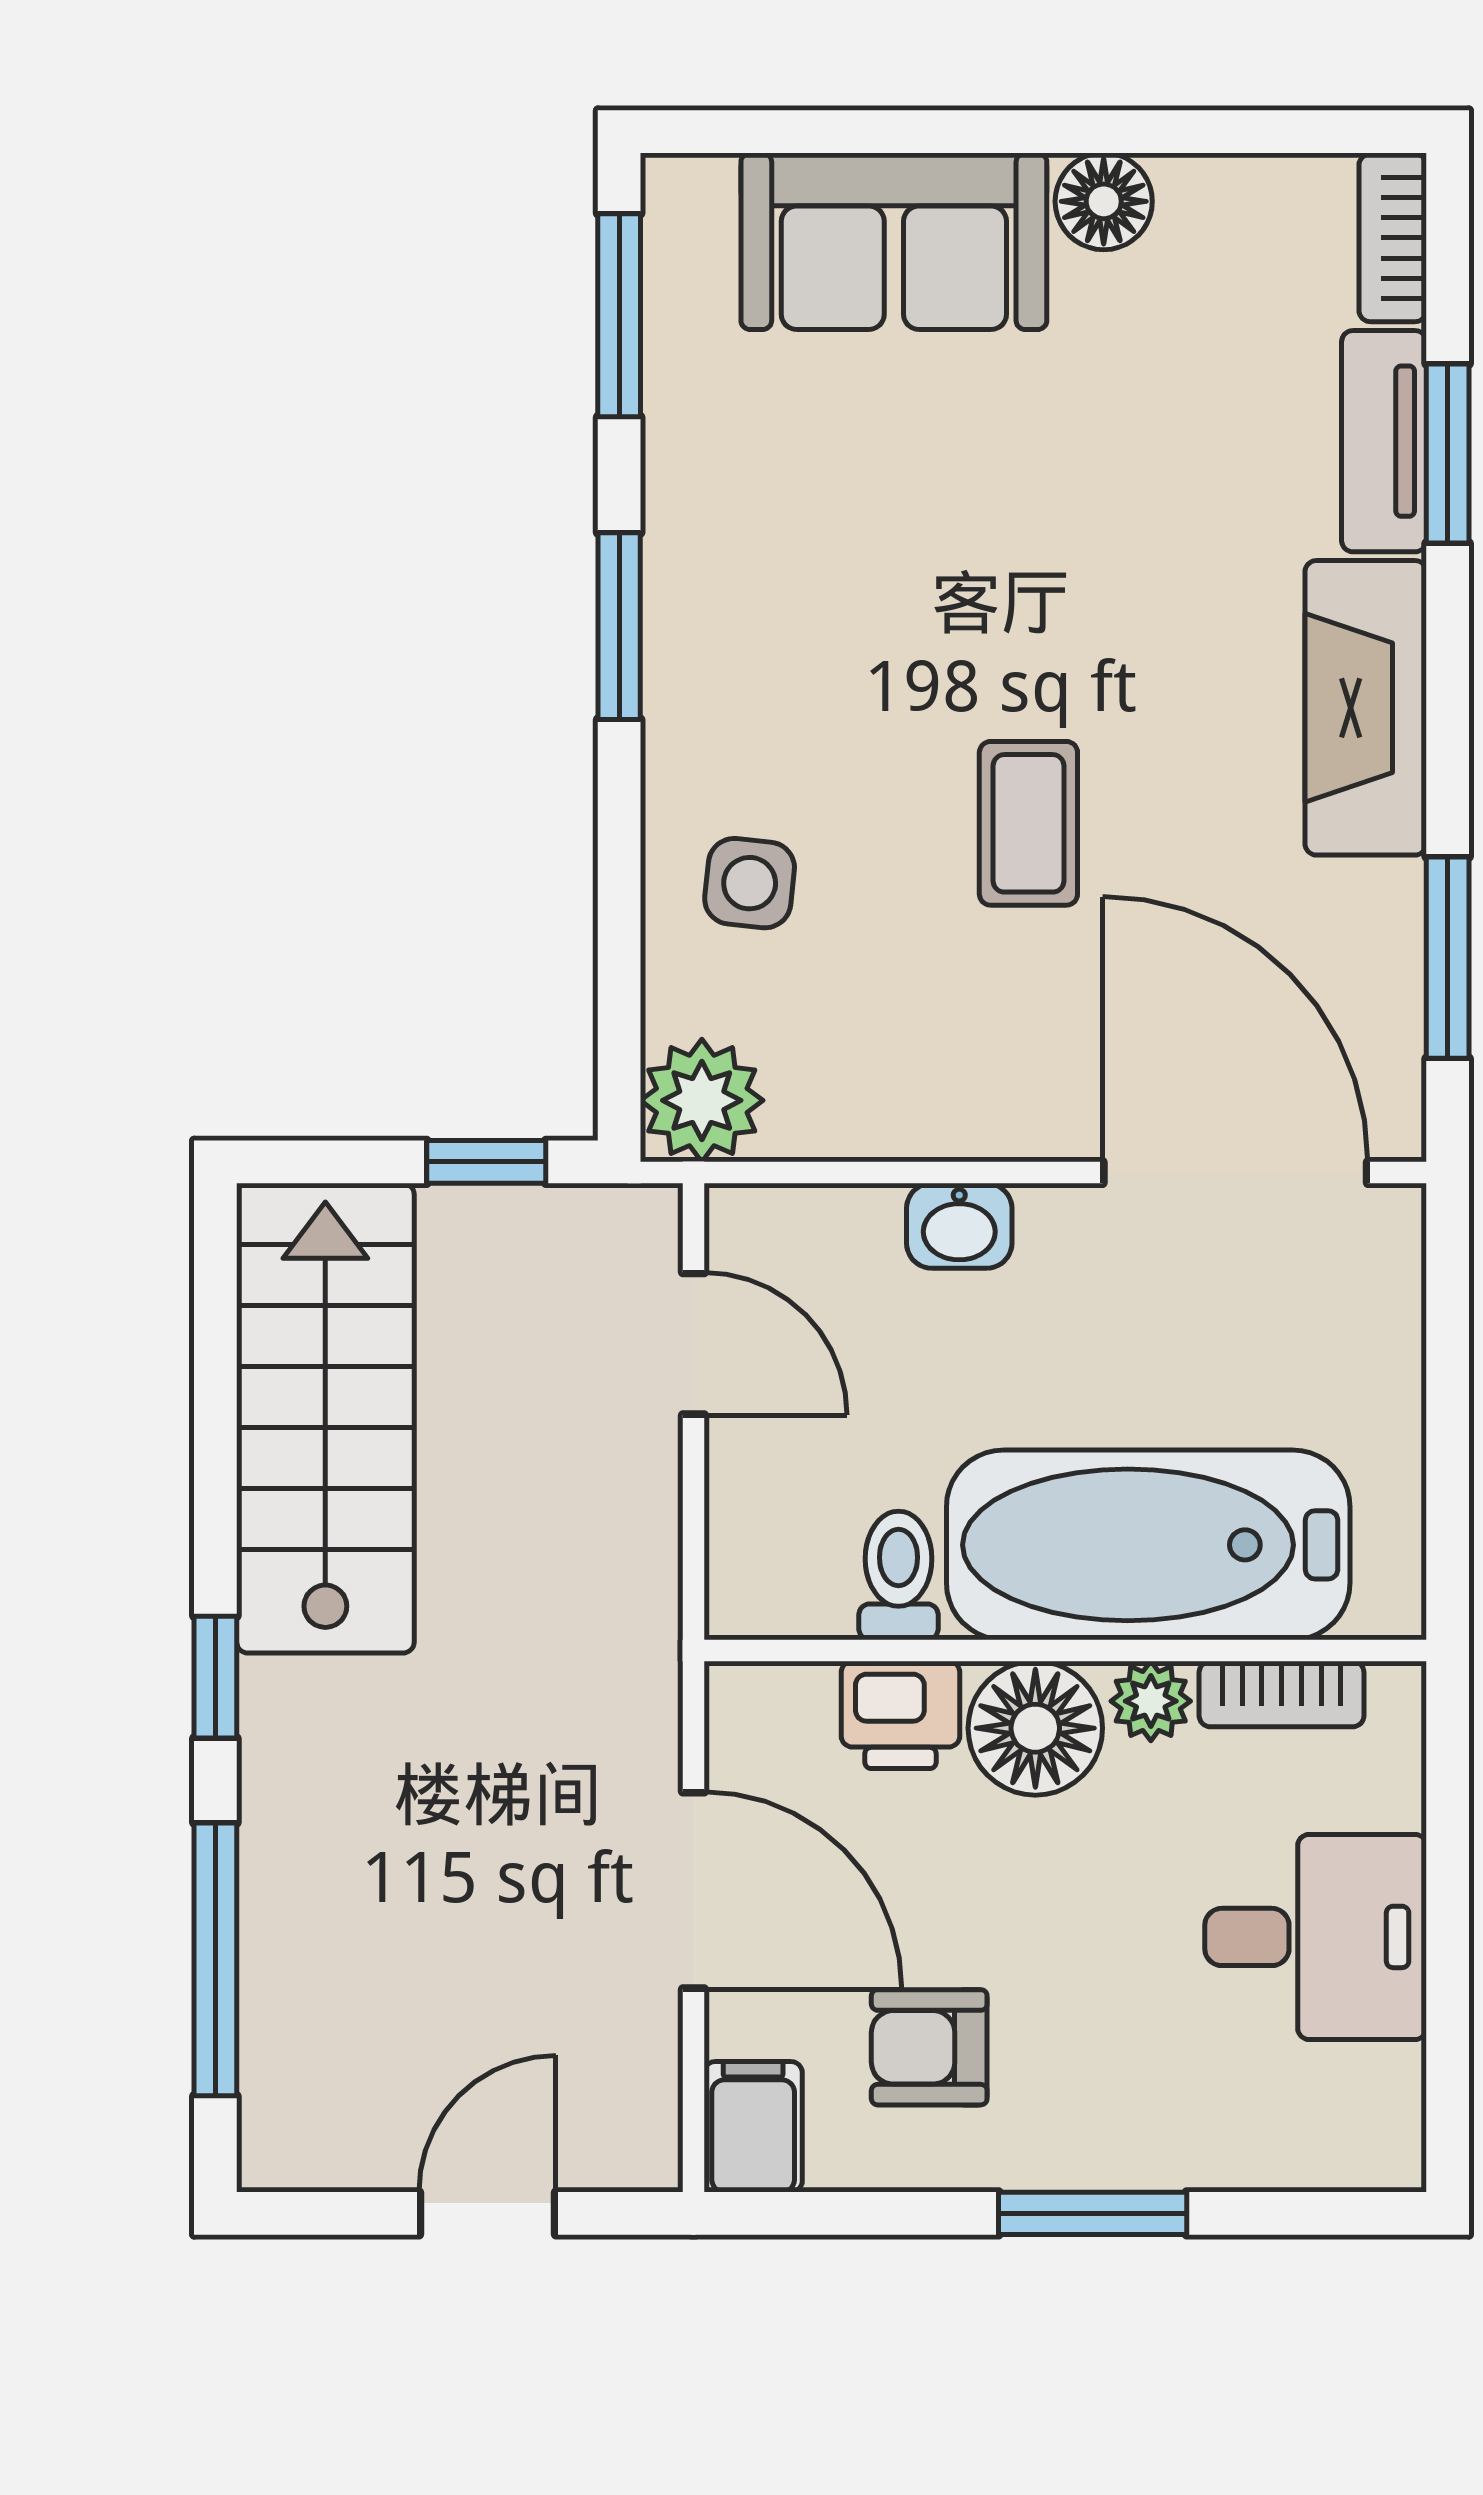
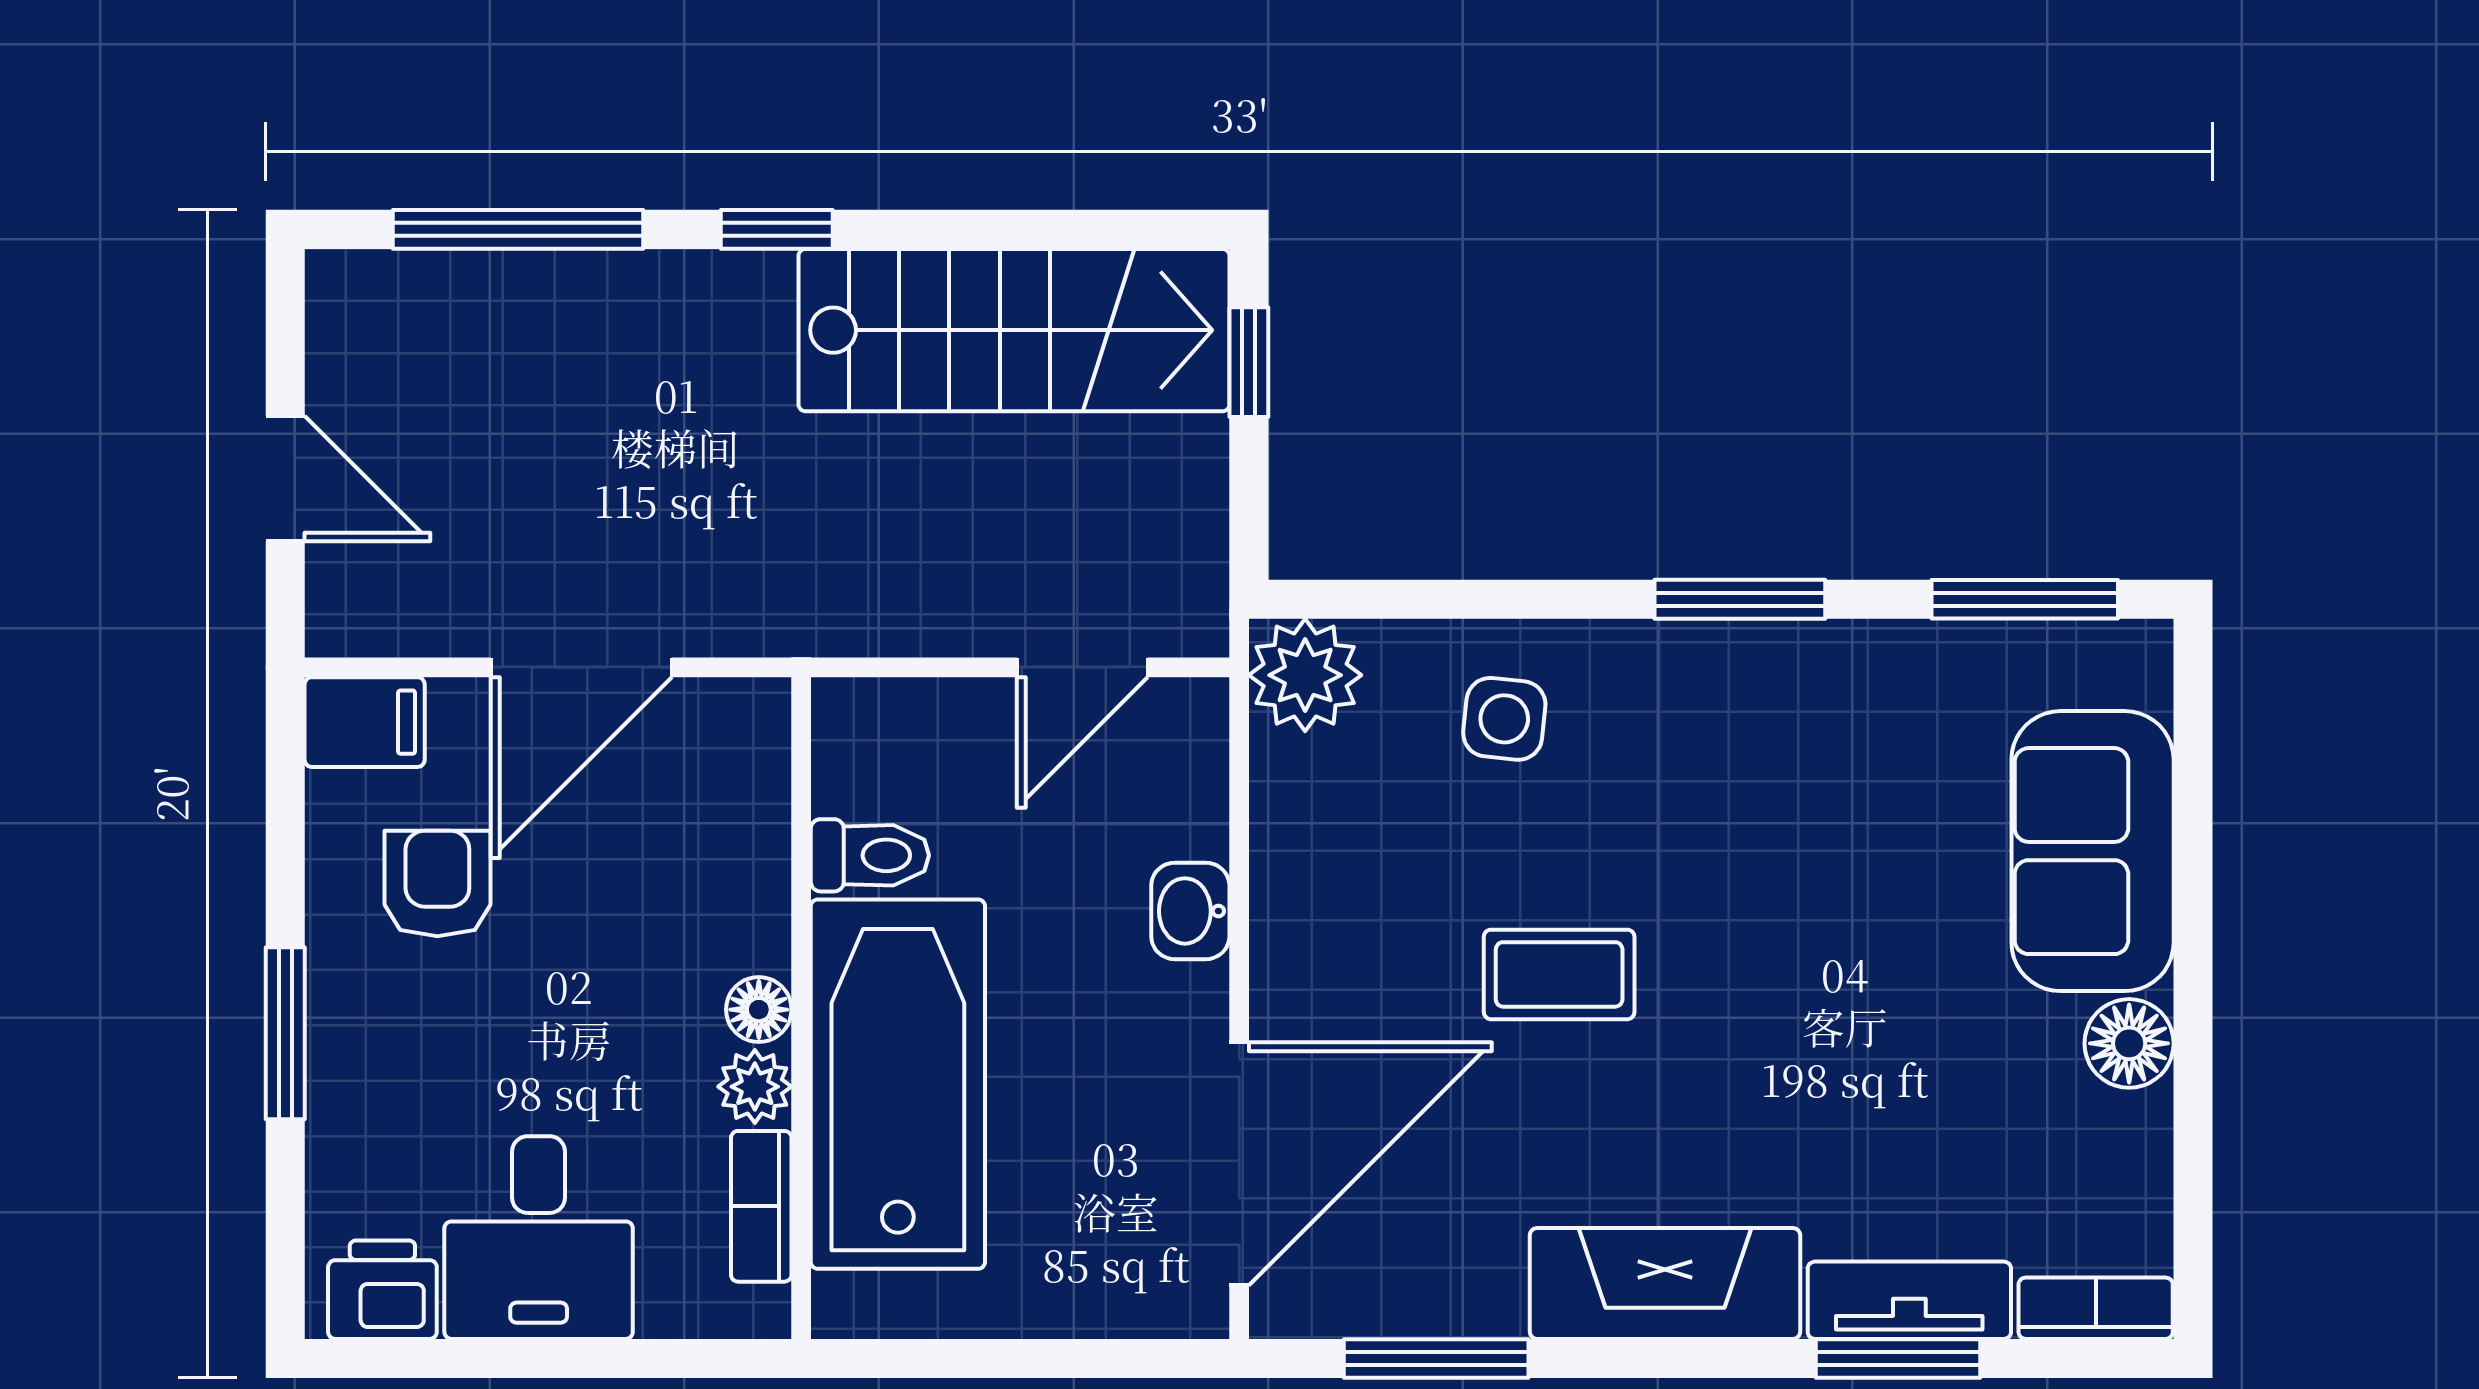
window: (486, 1162) -> (1249, 362), moved
printer: (900, 1715) -> (382, 1290), moved, turned 90
floor lamp: (1035, 1728) -> (759, 1010), width x0.53, depth x0.53

